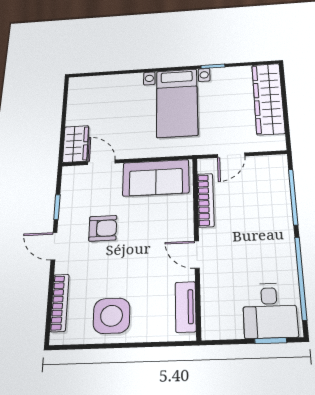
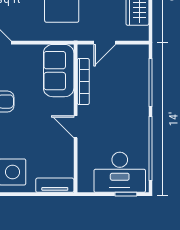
sofa: (156, 178) -> (59, 71), moved, turned 90
tv unit: (186, 307) -> (55, 185), moved, turned 90
desk: (270, 310) -> (120, 172), width x1.37

